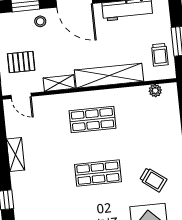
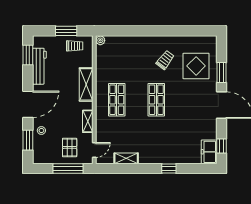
shelving: (109, 76) -> (86, 84), width x0.68
plant: (155, 91) -> (100, 40), moved
shelving: (16, 154) -> (126, 158), moved

